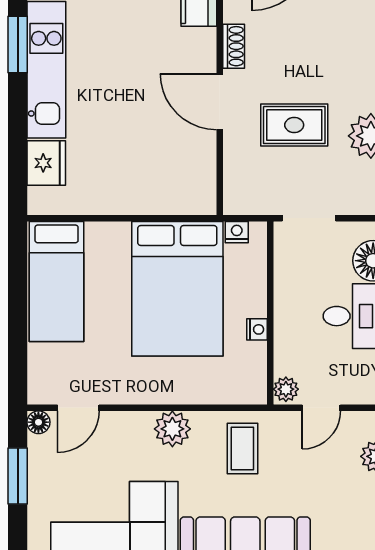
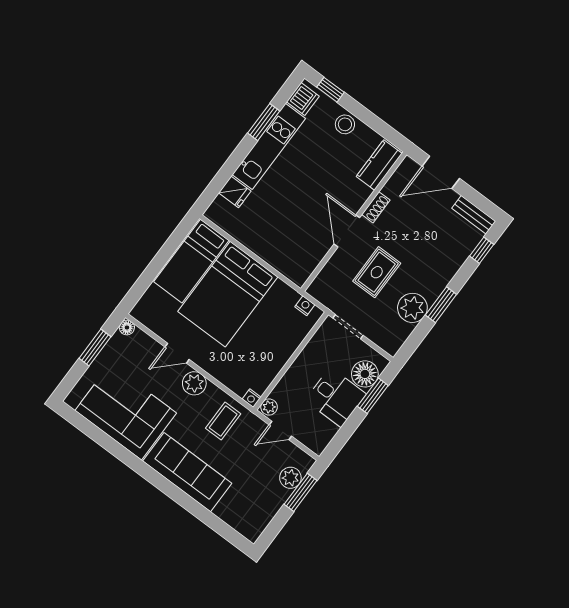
rug: (294, 125) -> (377, 272), turned 90
fridge: (46, 163) -> (235, 192), width x0.72
bed: (177, 289) -> (228, 294), moved
nightstand: (257, 329) -> (252, 398), moved, turned 90
door: (78, 408) -> (177, 353), moved

